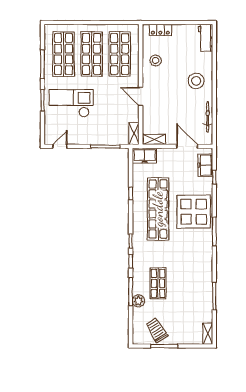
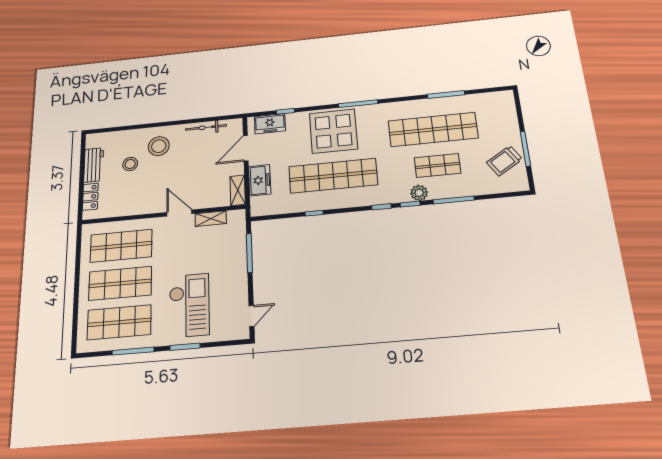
workbench: (206, 38) -> (94, 165), moved, turned -90
stool: (156, 60) -> (130, 164), moved
door: (141, 97) -> (179, 213), swing flipped
checkout: (71, 103) -> (189, 305), turned 180
shelving: (134, 134) -> (211, 219), moved
door: (60, 146) -> (251, 316), swing flipped
freezer: (145, 156) -> (260, 180), moved
shop shelf: (187, 283) -> (433, 129), added
plant: (138, 301) -> (419, 193), moved
shelving: (208, 334) -> (499, 97), removed

